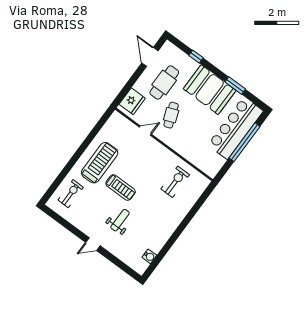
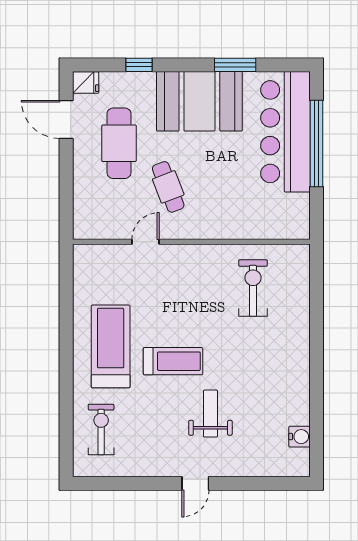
fridge: (132, 101) -> (86, 83), moved, width x0.53, depth x0.75

